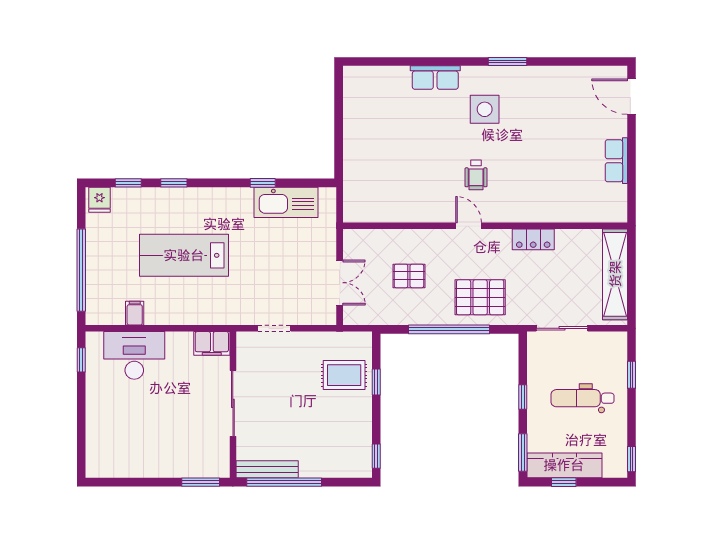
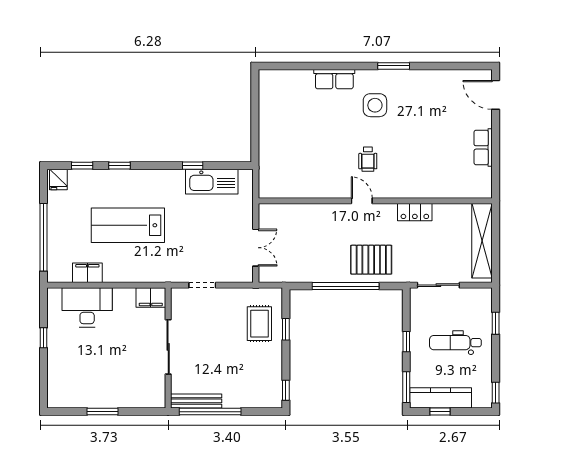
pallet: (409, 276) -> (313, 242), removed
filing cabinet: (135, 313) -> (87, 273), width x2.00
window: (81, 360) -> (43, 338), moved
rug: (344, 375) -> (259, 324), turned 90
window: (201, 482) -> (103, 412), moved

